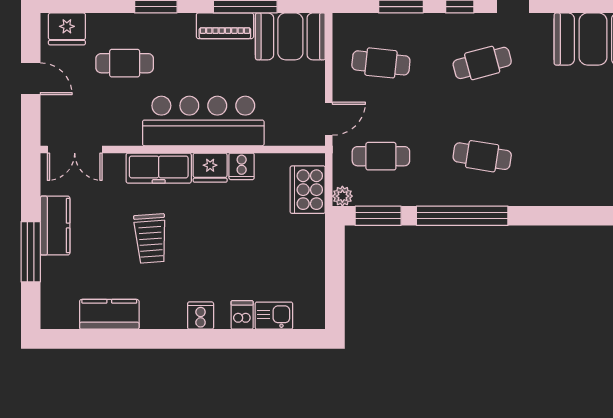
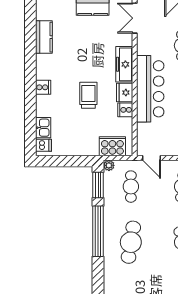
cafe table: (482, 156) -> (131, 242), width x1.37, depth x1.35
trolley: (151, 238) -> (88, 95), moved, turned 94
dishwasher: (242, 315) -> (44, 145), moved

